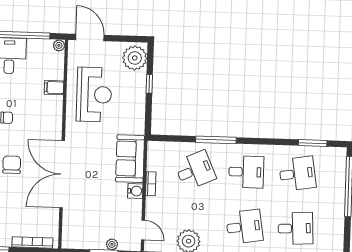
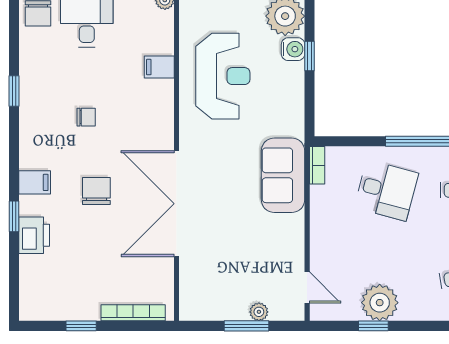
desk: (195, 170) -> (386, 190), turned 39
bookcase: (151, 184) -> (317, 165), moved
water cooler: (135, 191) -> (293, 49), moved

